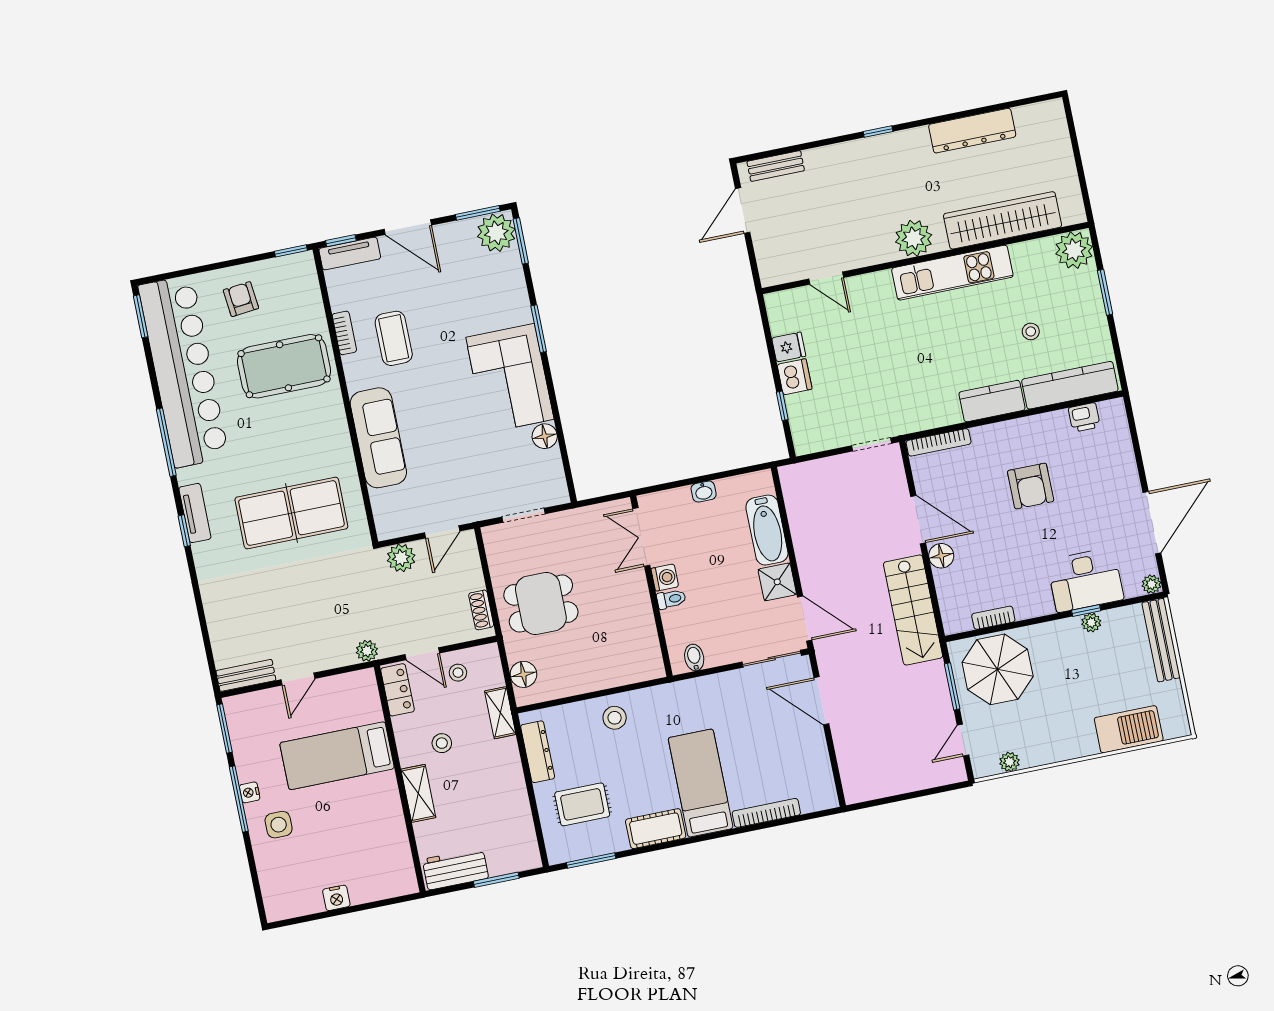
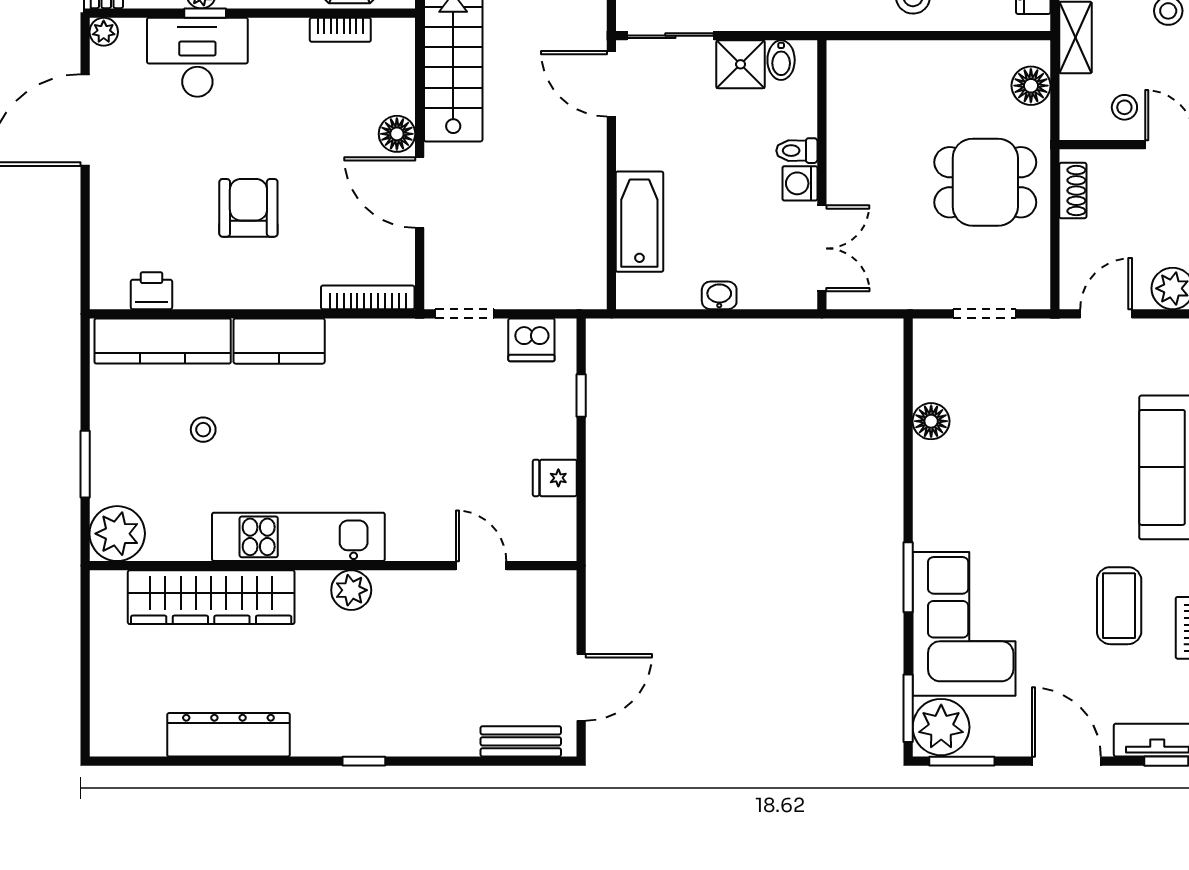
plant: (914, 238) -> (351, 590), width x0.73, depth x0.73
dishwasher: (795, 377) -> (531, 340), moved, turned -90
corner sofa: (510, 378) -> (964, 624), moved
shower: (777, 582) -> (741, 64), moved

